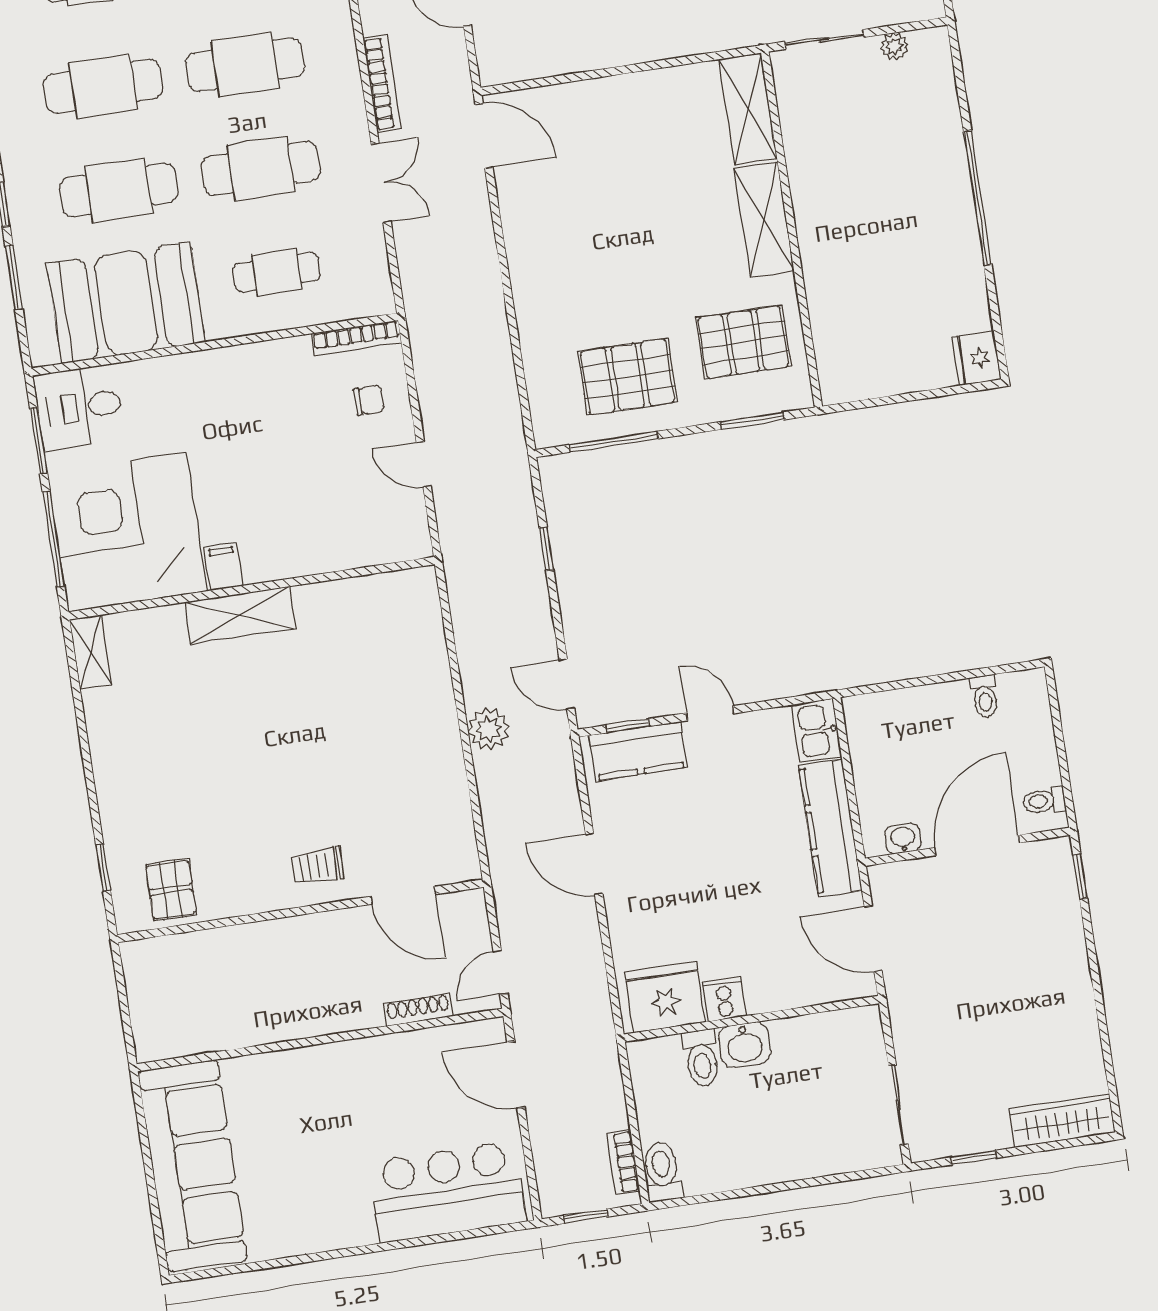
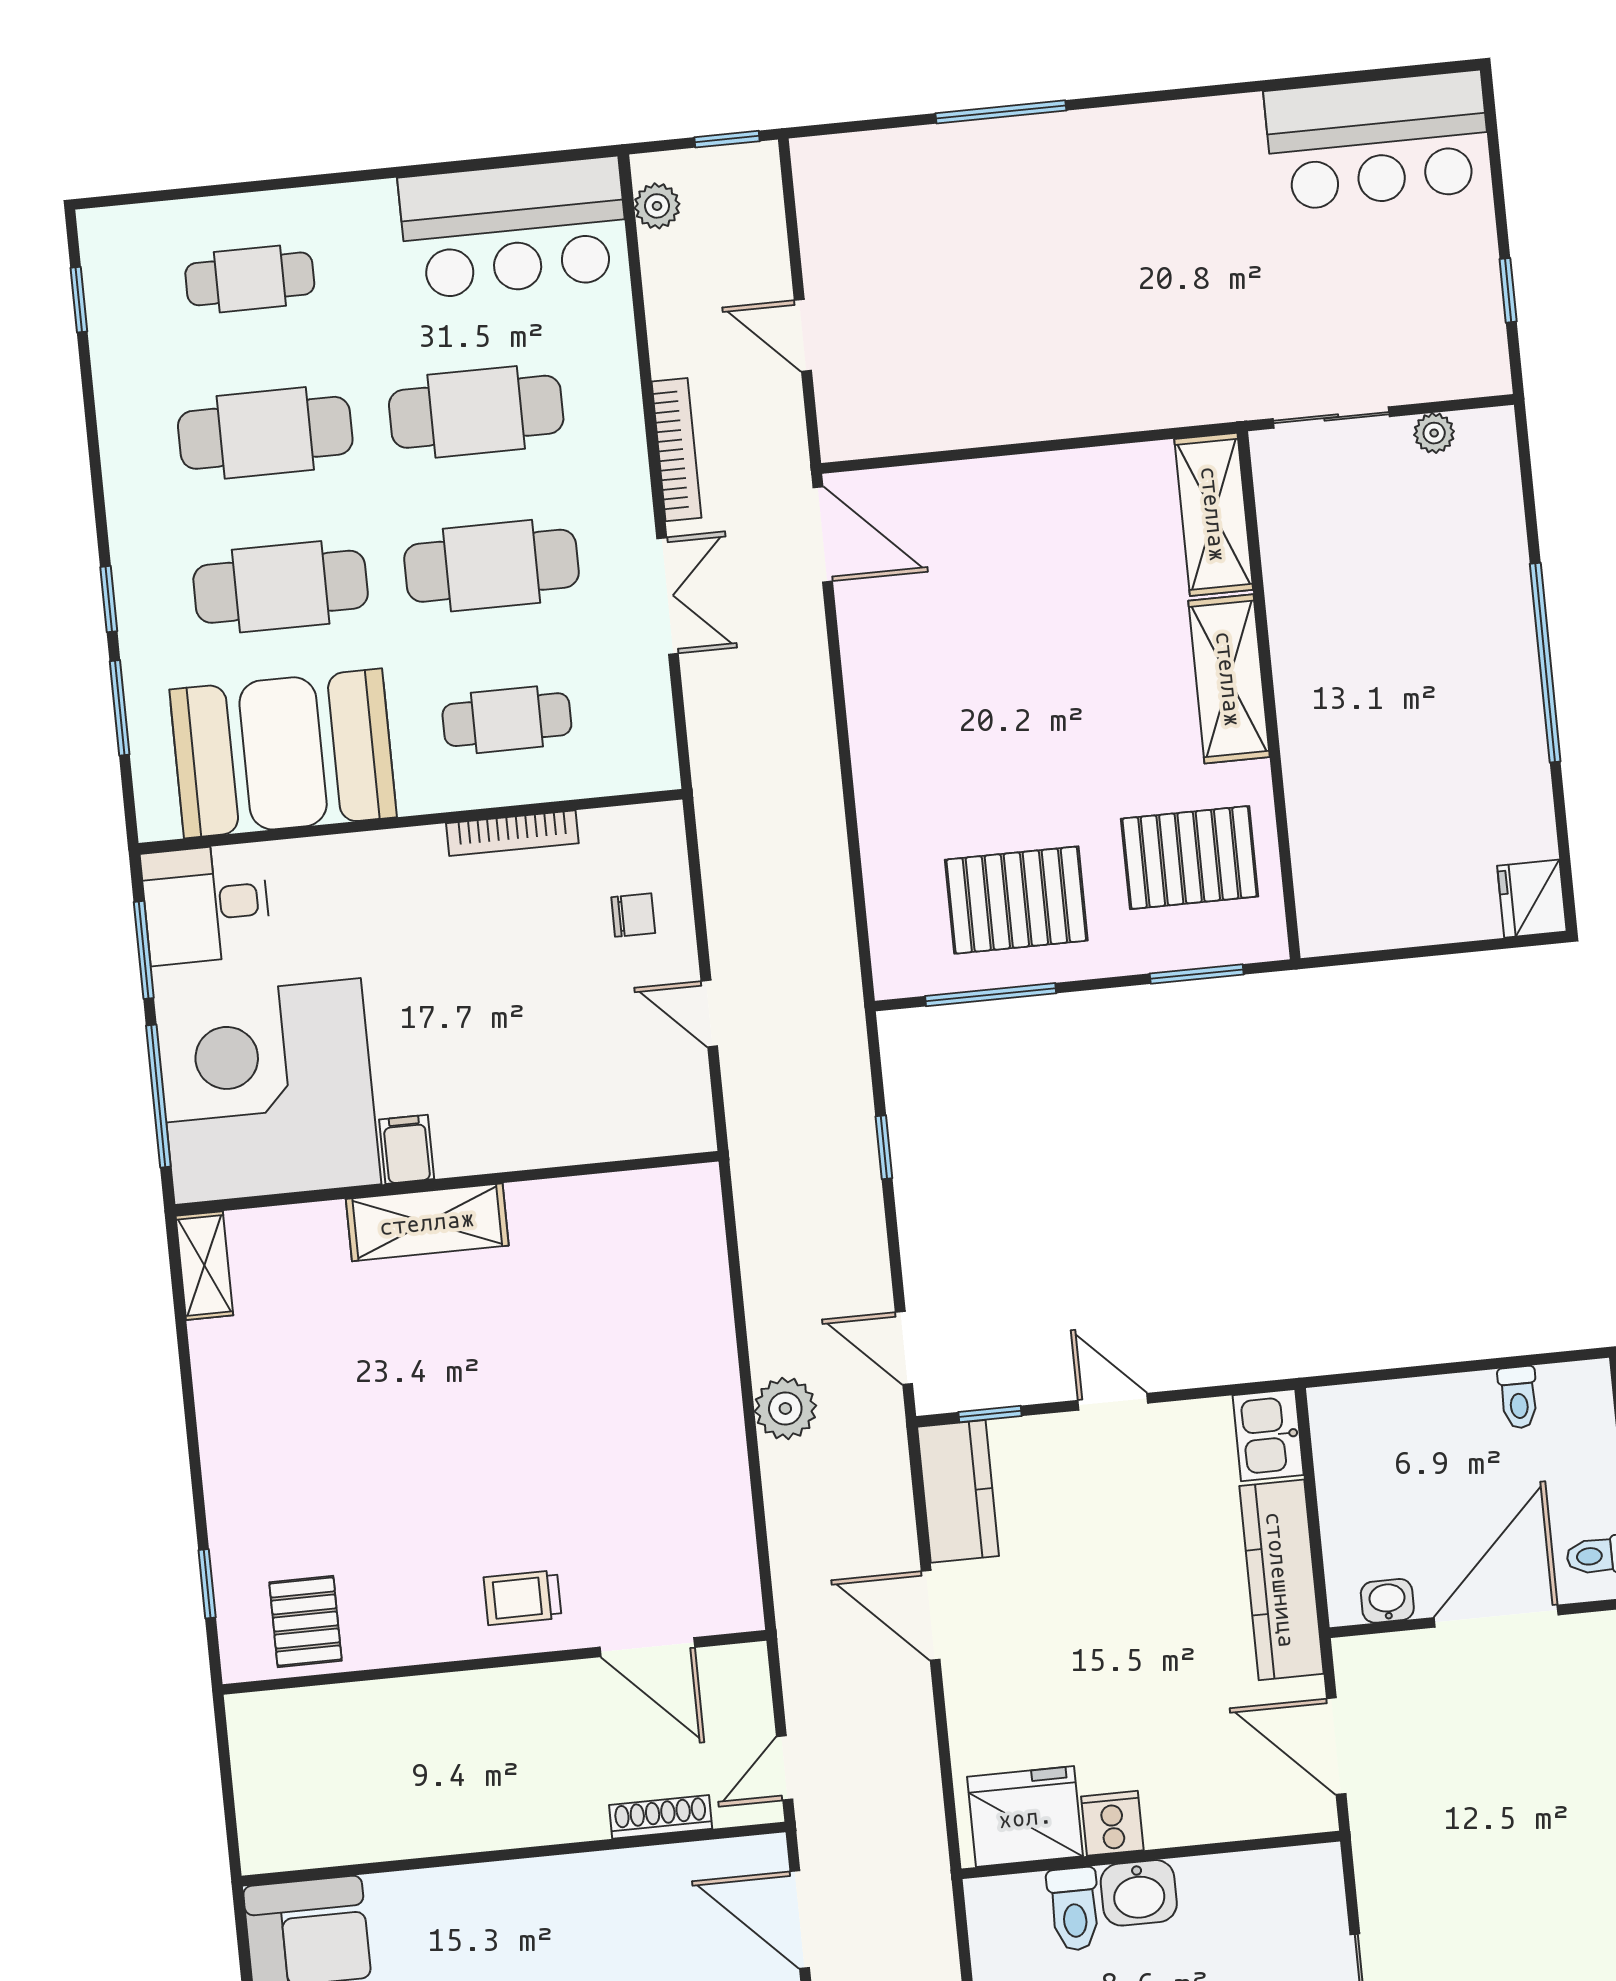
bookcase: (356, 338) -> (512, 833), moved
kitchen counter: (638, 751) -> (958, 1491), moved, turned -90

